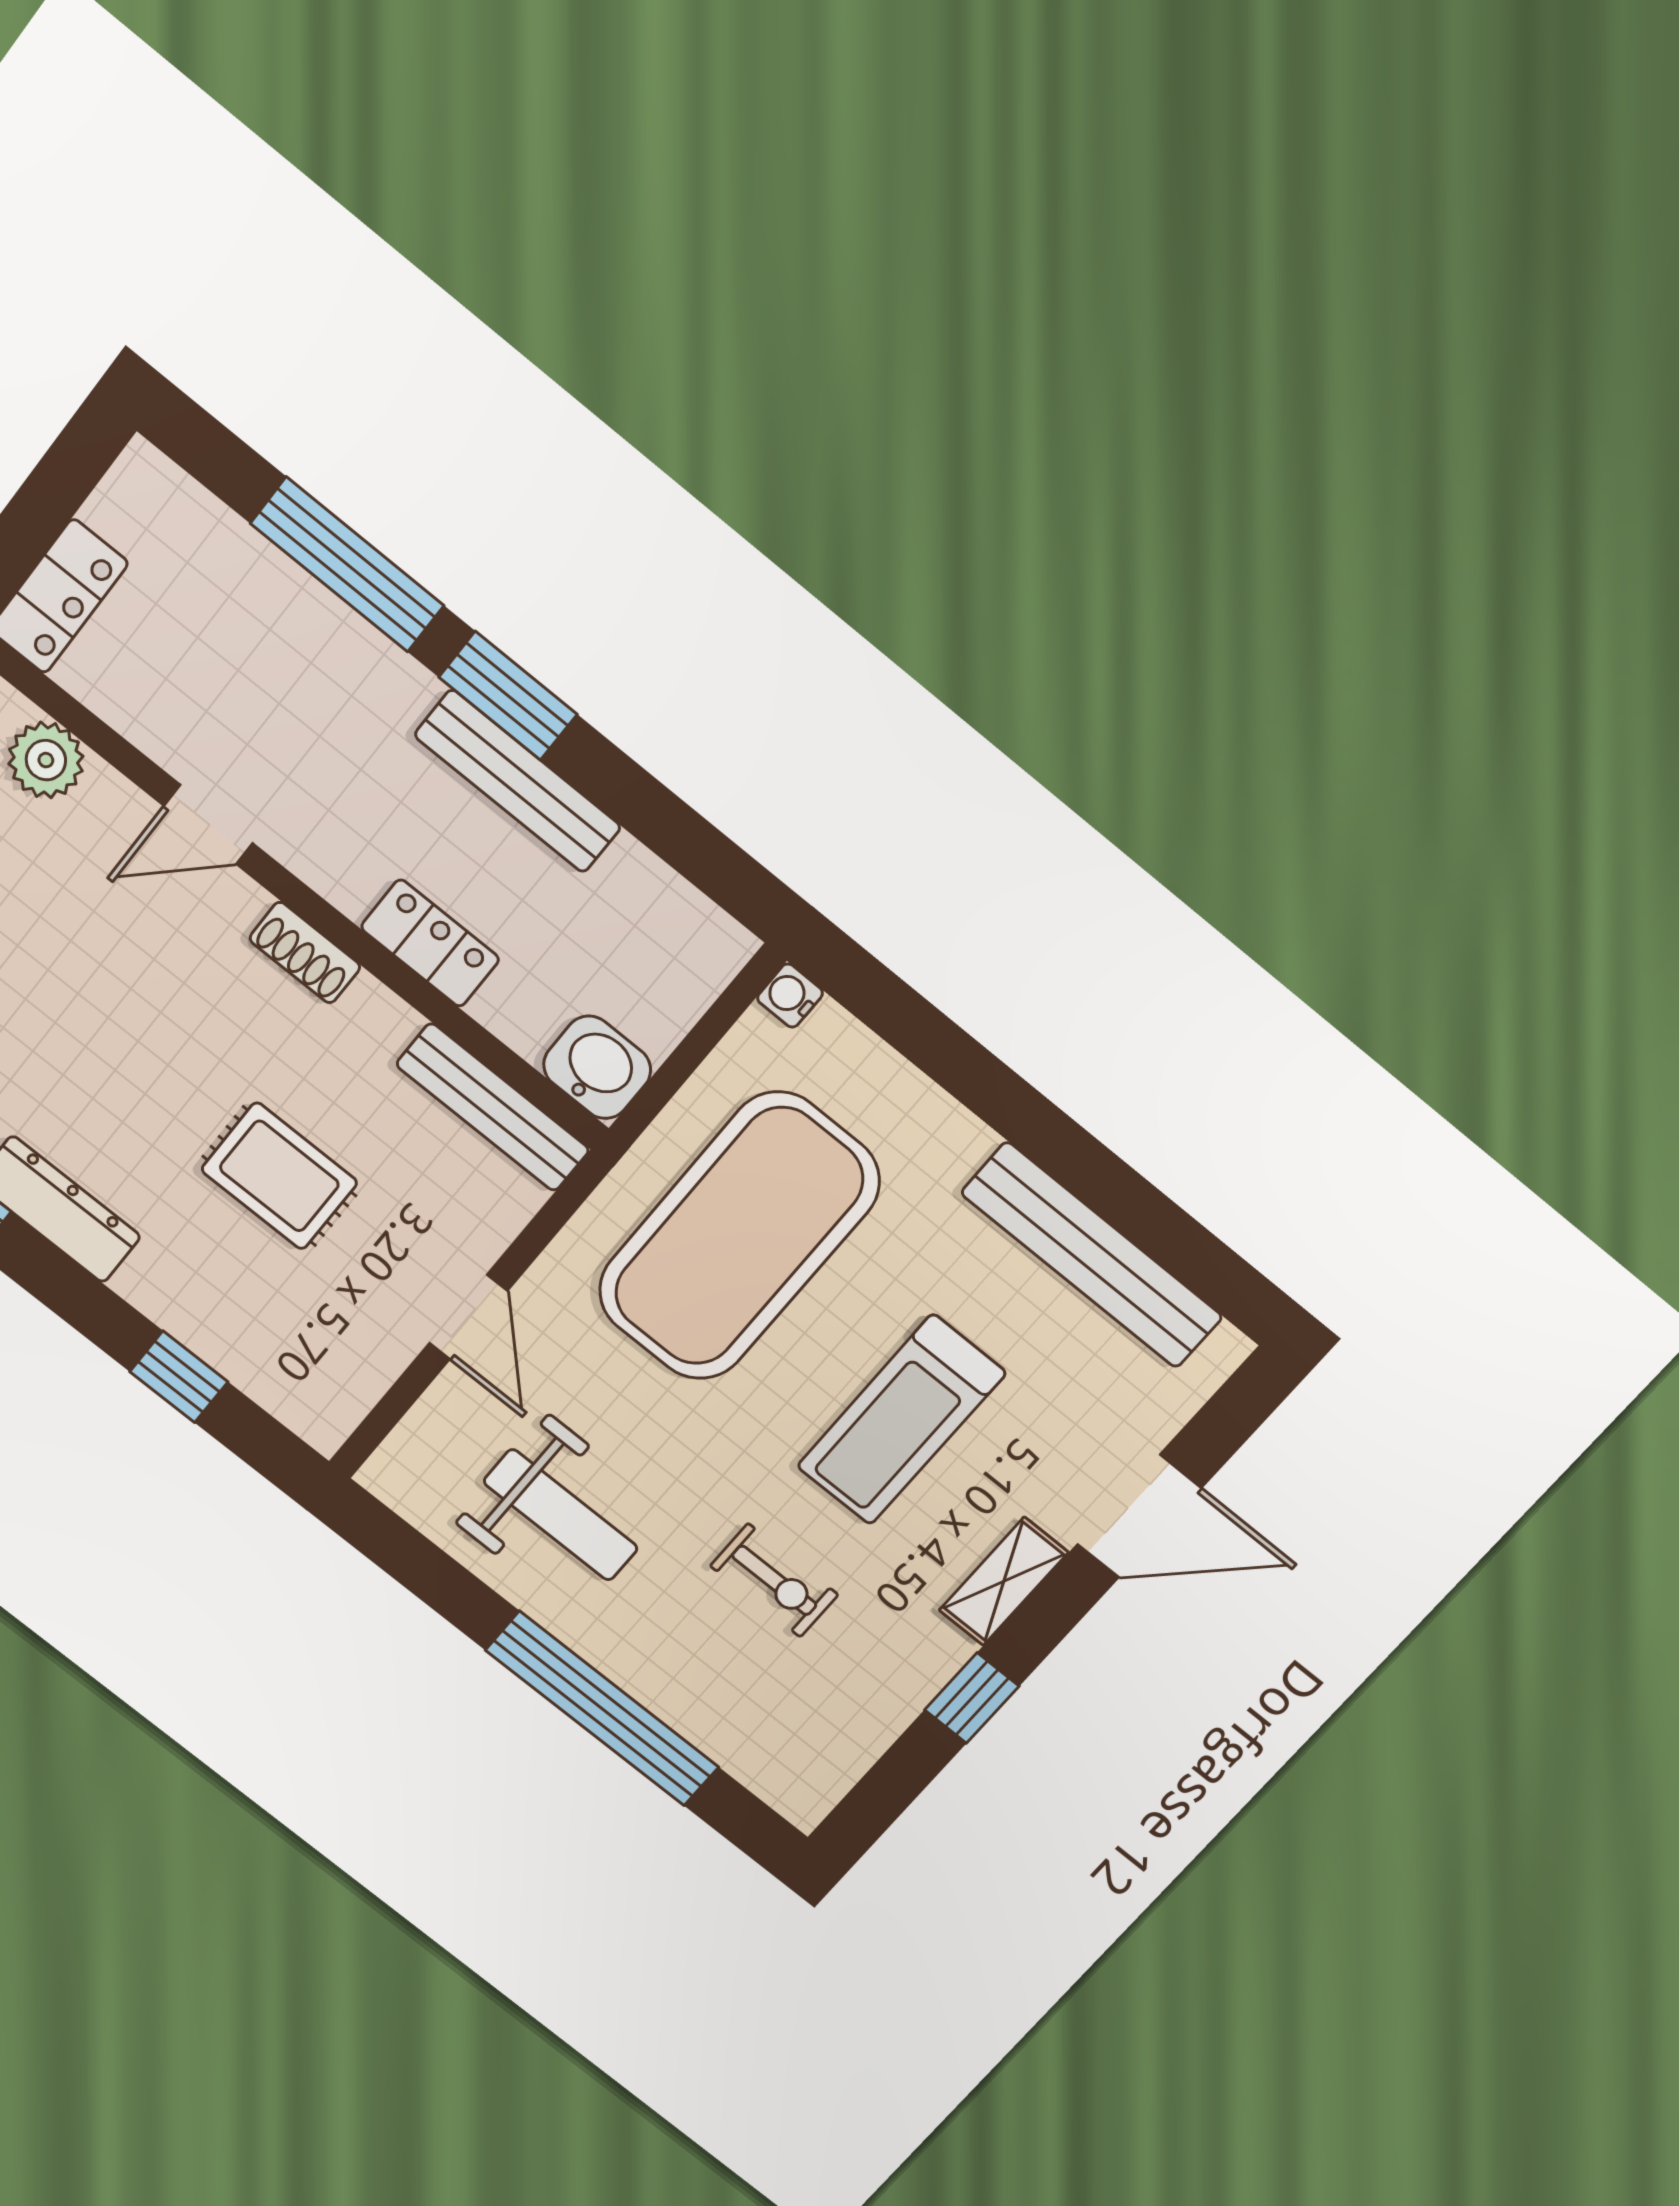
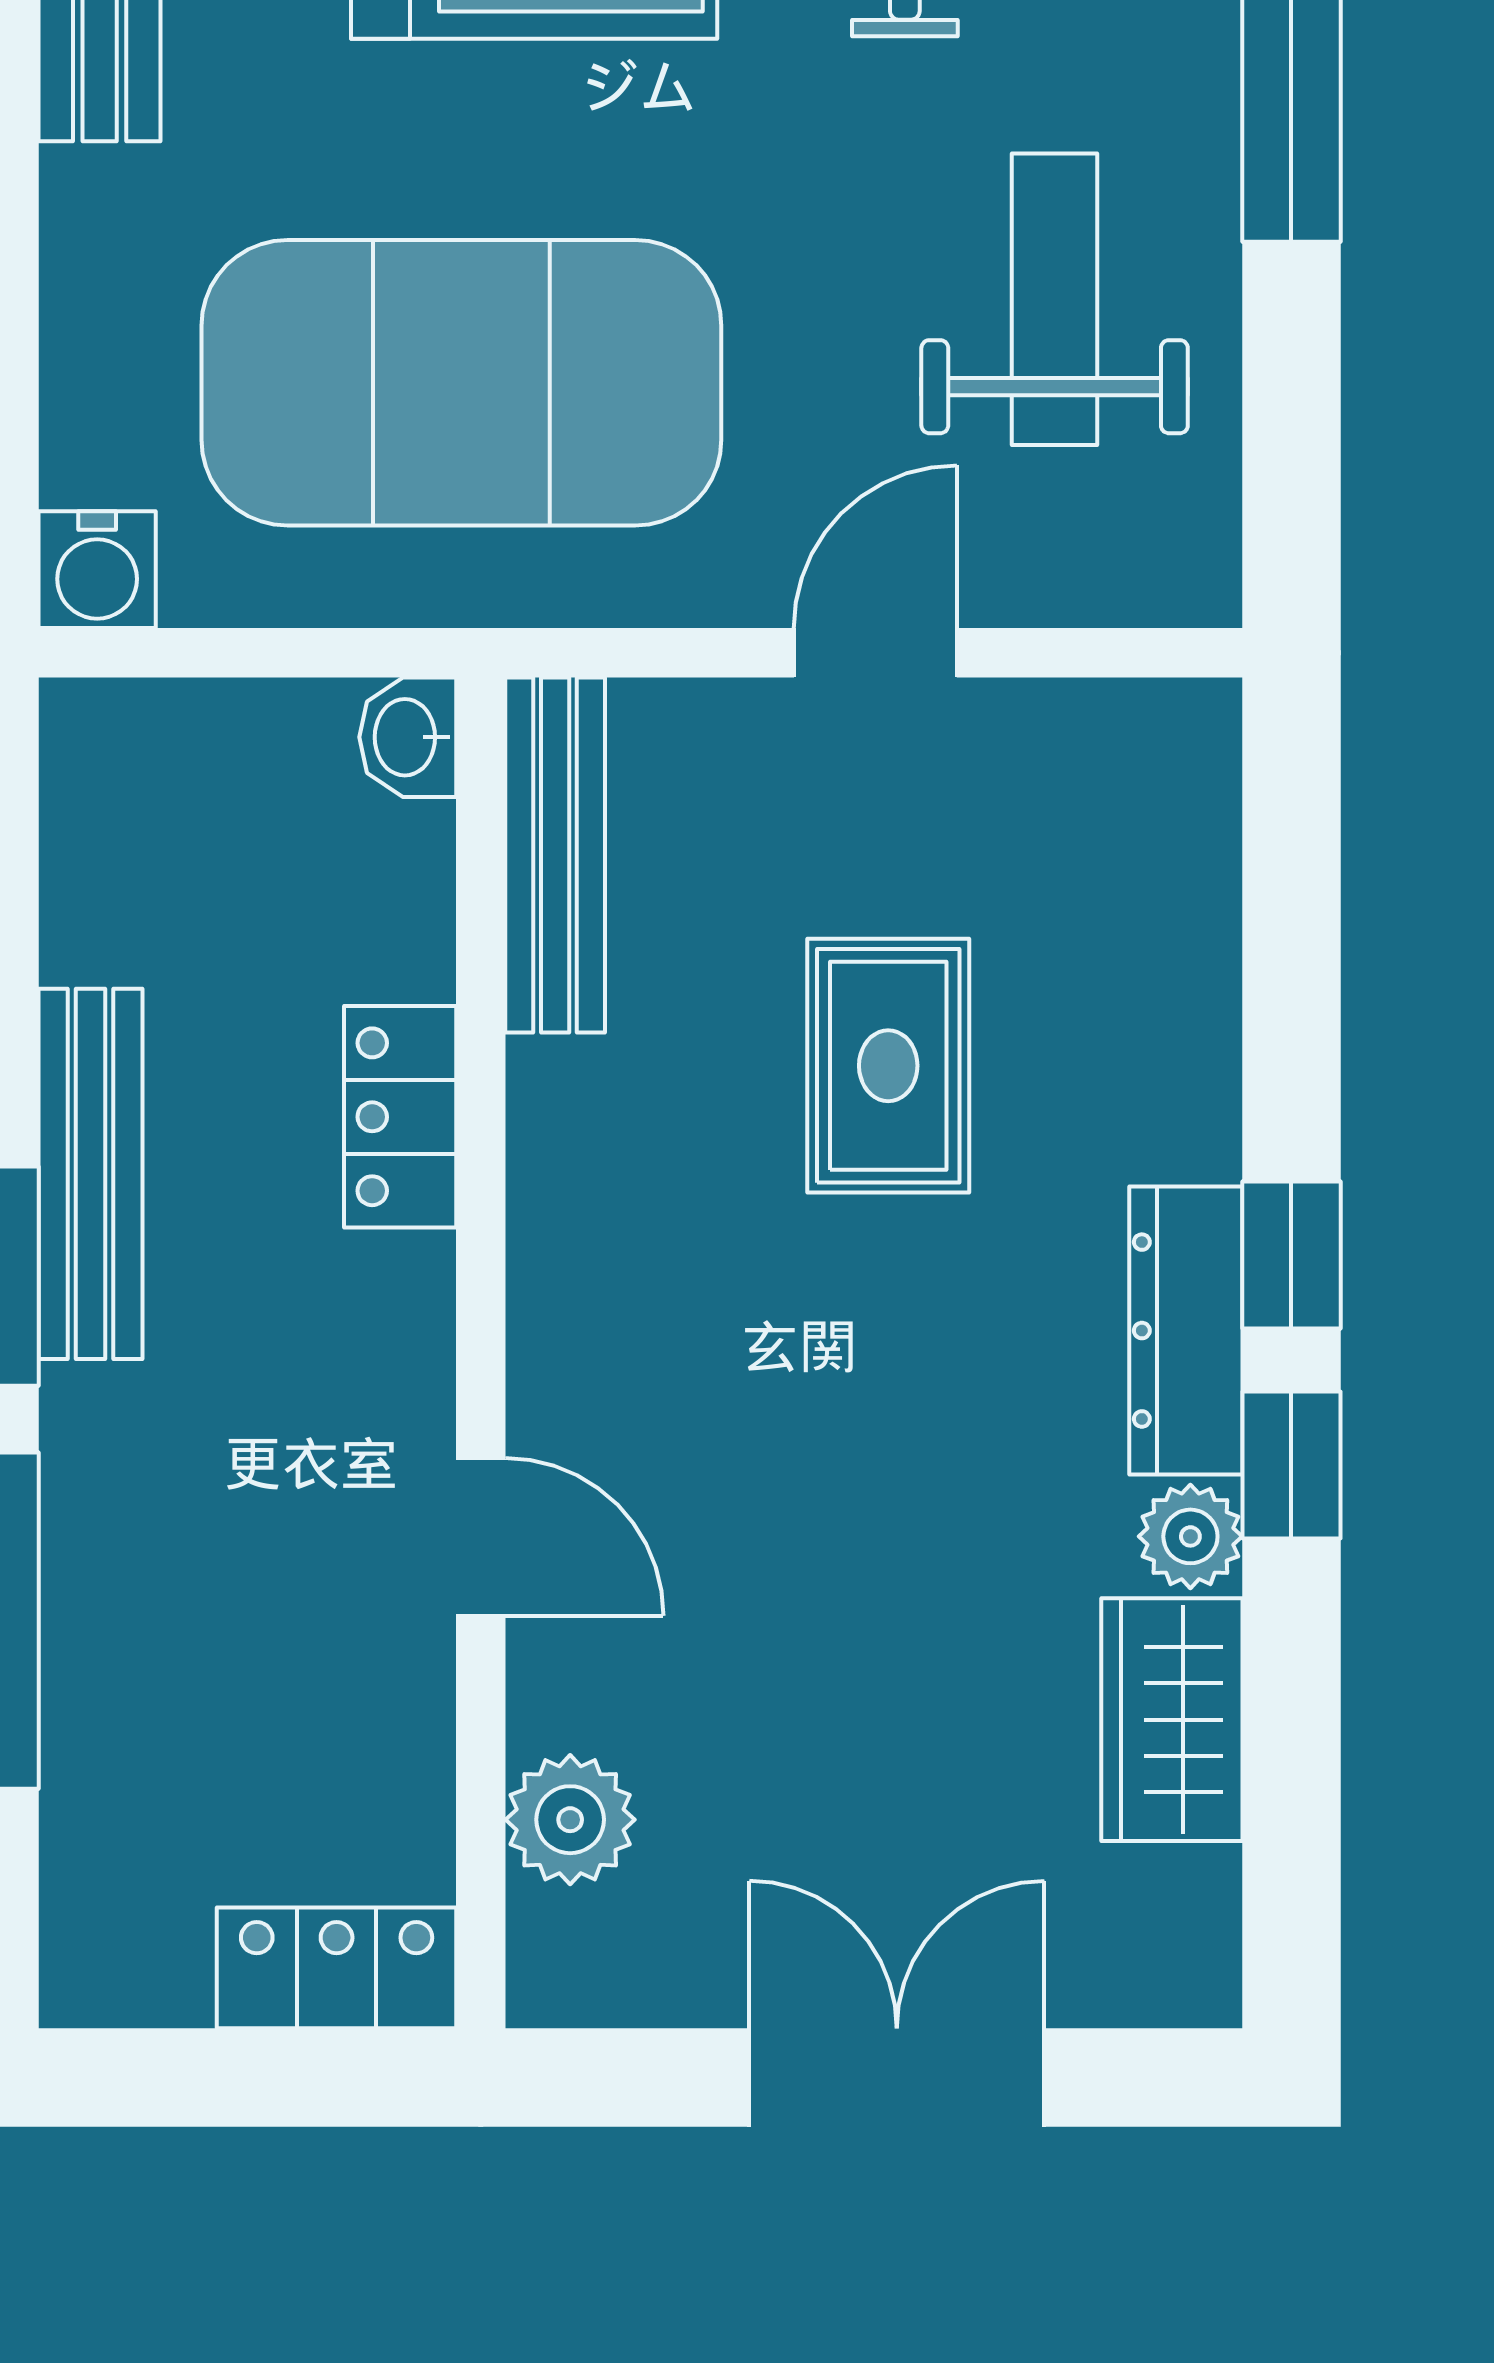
shoe rack: (305, 953) -> (550, 1273), removed
water cooler: (790, 996) -> (97, 570), width x1.38, depth x1.38
washbasin: (597, 1067) -> (408, 737), width x0.72, depth x0.69
window: (179, 1377) -> (1291, 1255), moved

